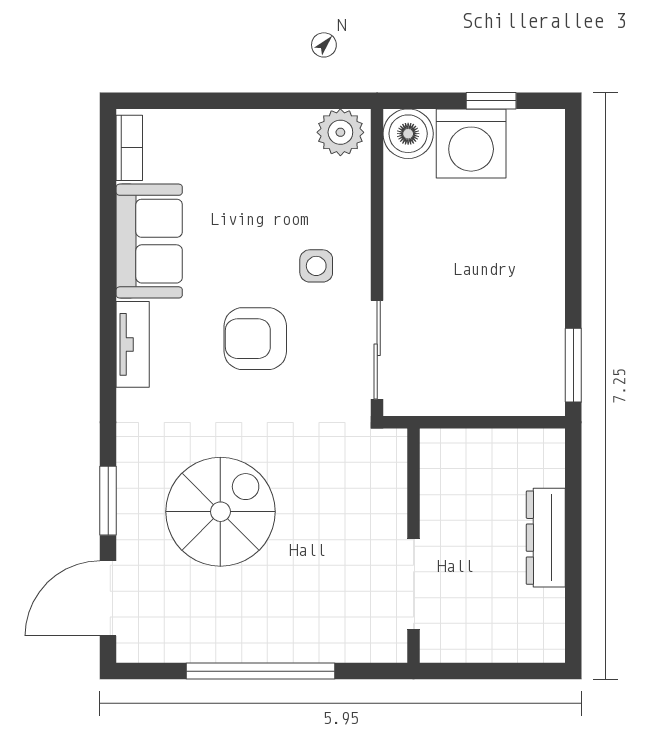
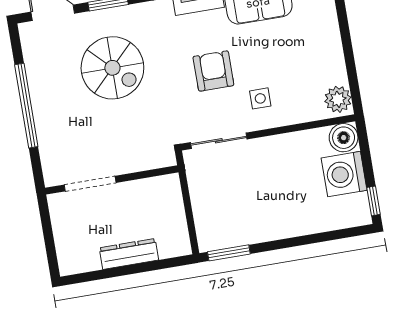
window: (491, 101) -> (373, 201), moved

